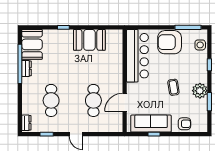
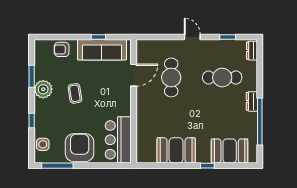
armchair: (170, 42) -> (80, 148), turned -90
booth: (32, 44) -> (230, 151), moved, turned 90
bar counter: (137, 56) -> (118, 140), width x0.73
dresser: (26, 68) -> (252, 101), moved
cafe table: (51, 100) -> (222, 77), turned 90

